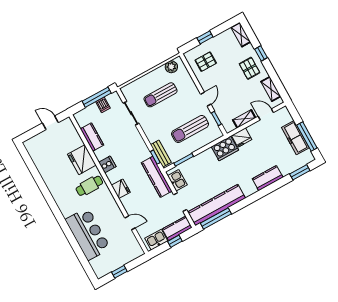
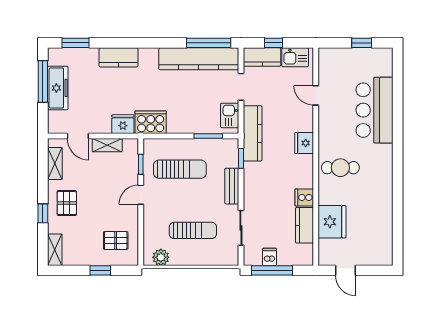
bench: (161, 154) -> (232, 186), moved
fridge: (82, 160) -> (332, 222), moved
cooker: (107, 164) -> (304, 197), moved

